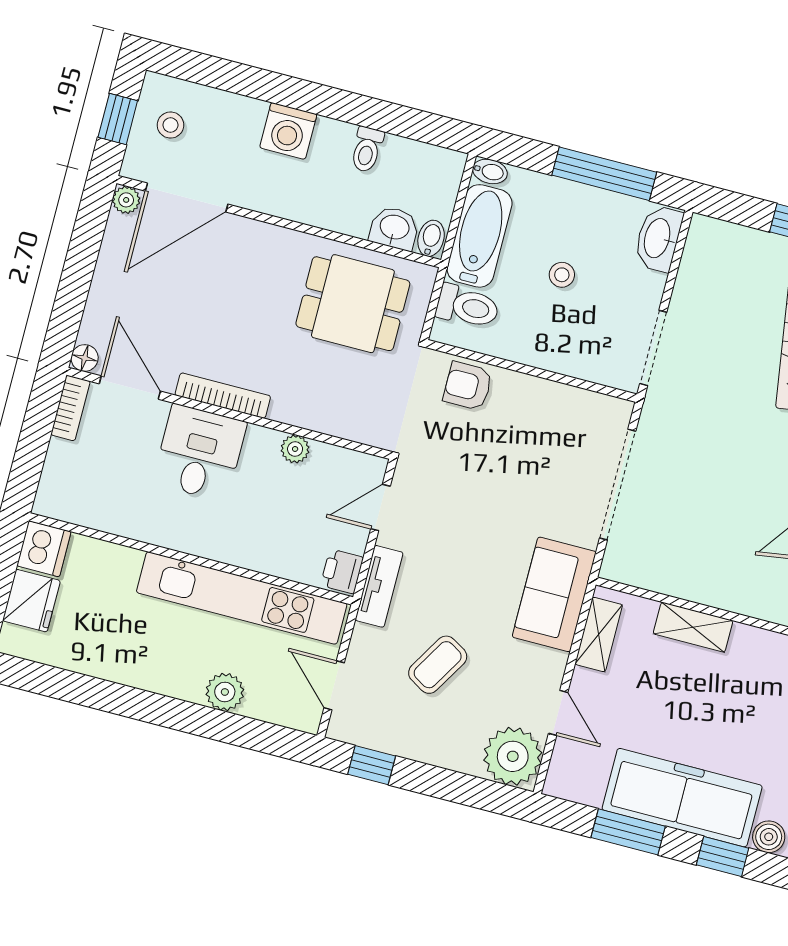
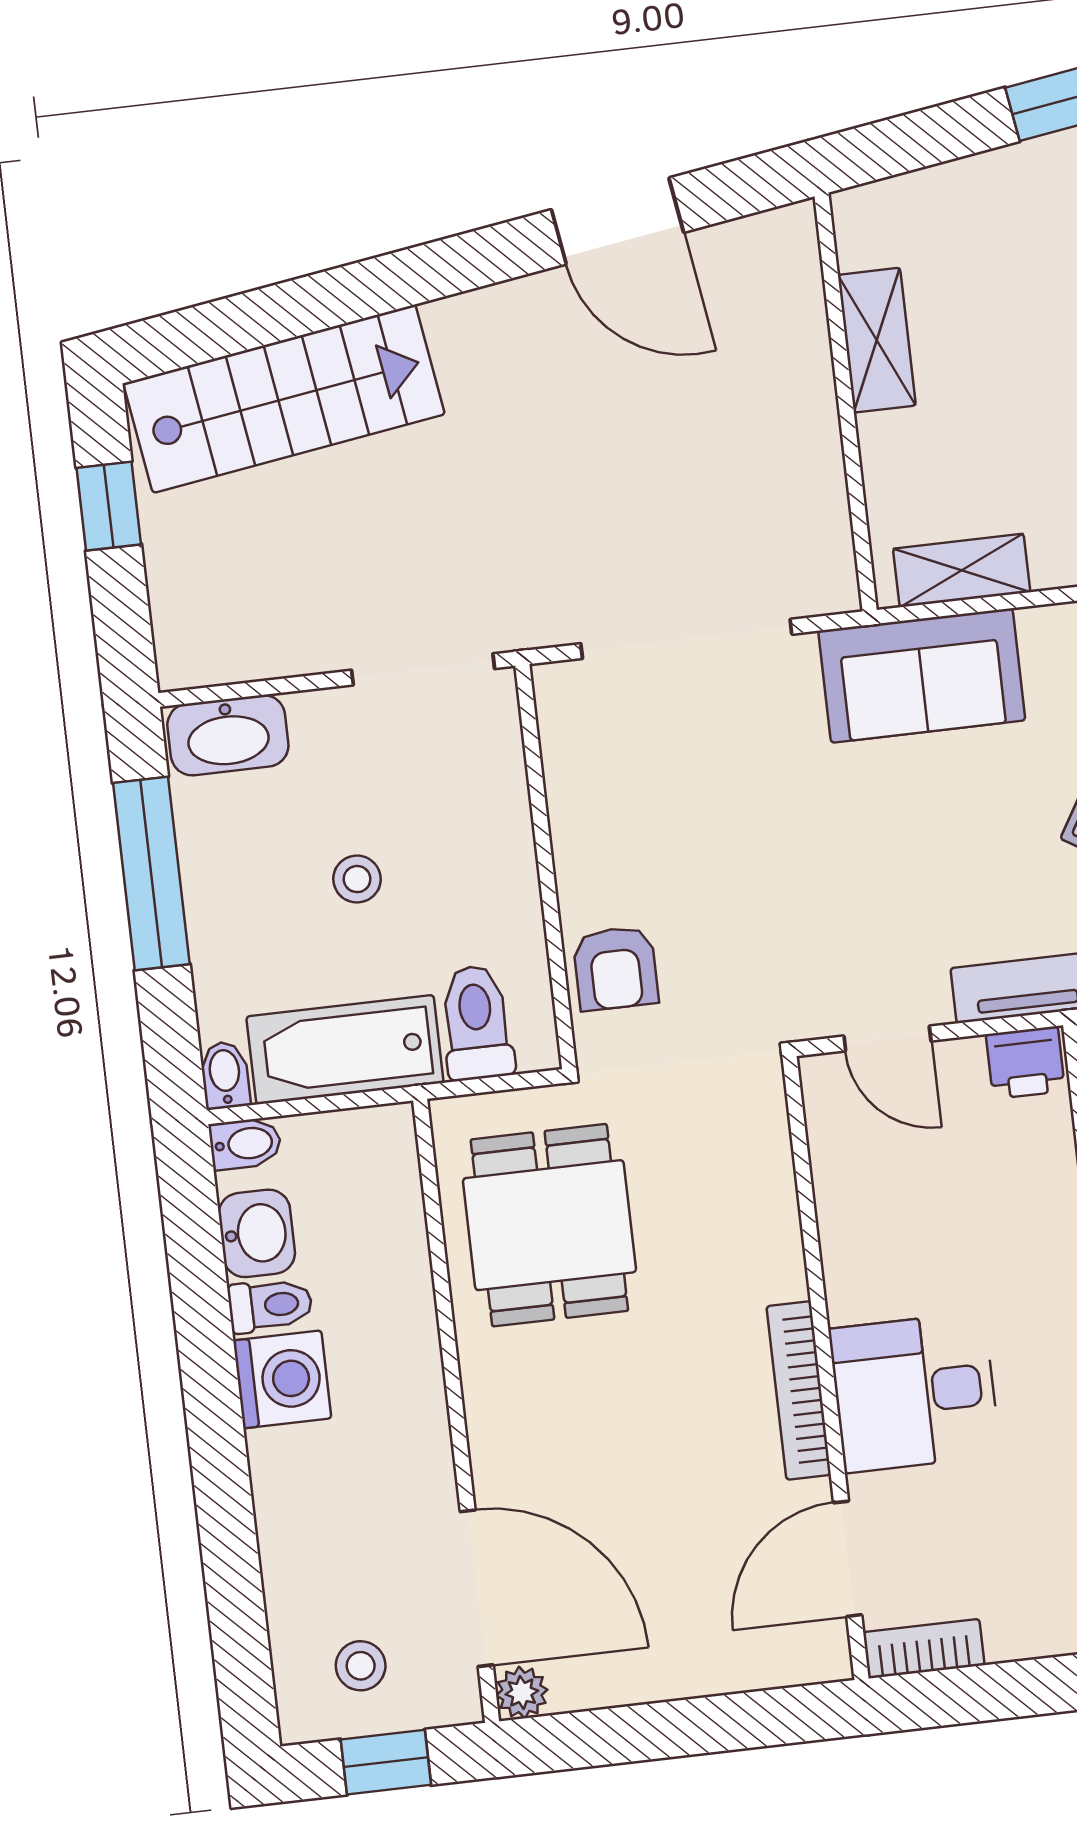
washing machine: (288, 131) -> (282, 1379), moved
washbasin: (394, 228) -> (257, 1233), moved, turned 180
bidet: (431, 238) -> (245, 1144), moved, turned 180
floor lamp: (85, 358) -> (827, 1658), removed
plant: (295, 449) -> (843, 1228), removed
shelving: (693, 627) -> (877, 340), moved

